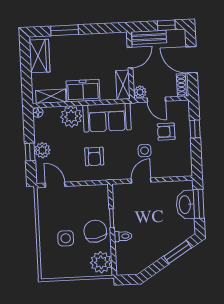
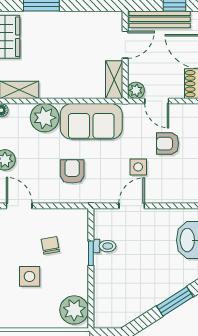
bench: (149, 37) -> (160, 19), width x1.36
freezer: (83, 91) -> (62, 85), removed
armchair: (94, 156) -> (72, 171), turned 180
chair: (95, 231) -> (50, 245), moved, width x0.54, depth x0.54
toilet: (123, 236) -> (105, 246), moved

